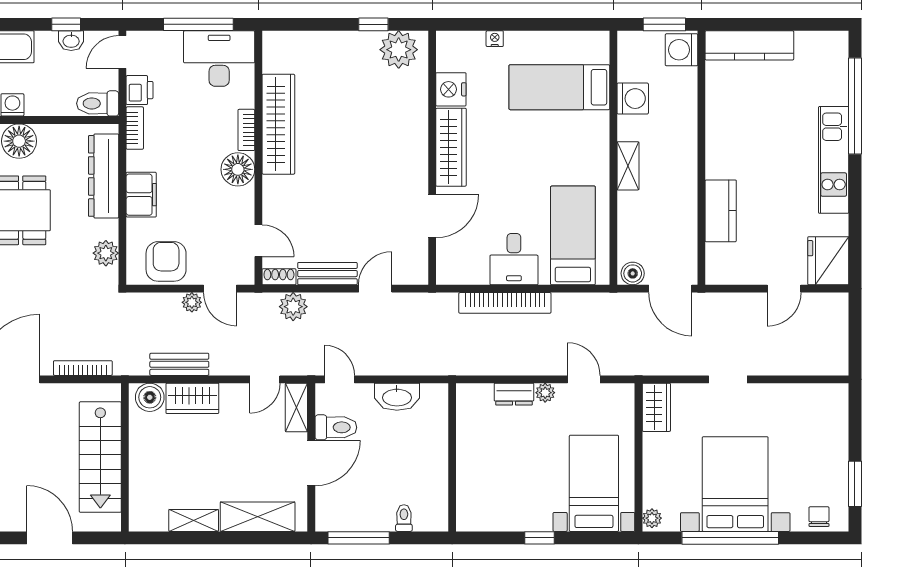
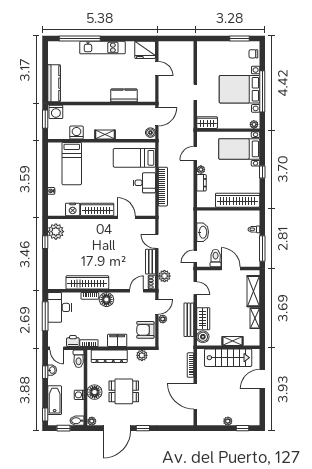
bench: (179, 364) -> (189, 320), width x1.36
shelving: (296, 408) -> (232, 341), moved
wardrobe: (473, 479) -> (238, 200), added

